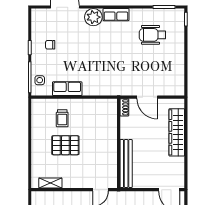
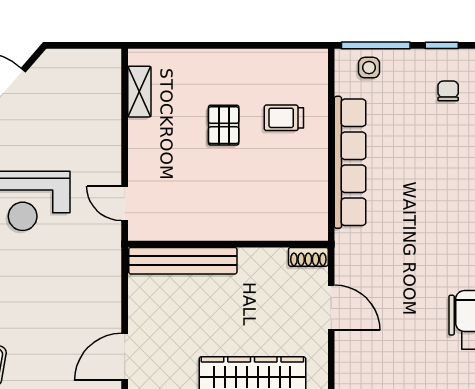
row of seats: (67, 89) -> (350, 162), width x2.02
door: (147, 97) -> (331, 308), swing flipped
pallet: (65, 145) -> (224, 125), width x0.67, depth x0.71

